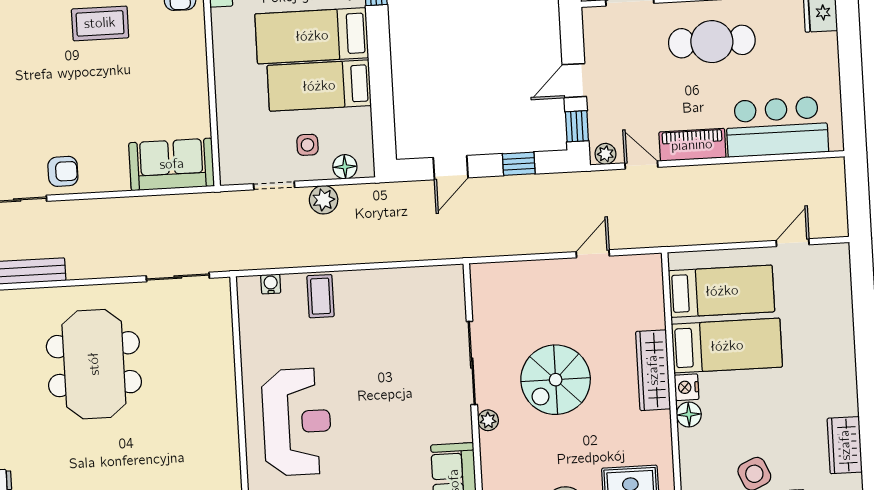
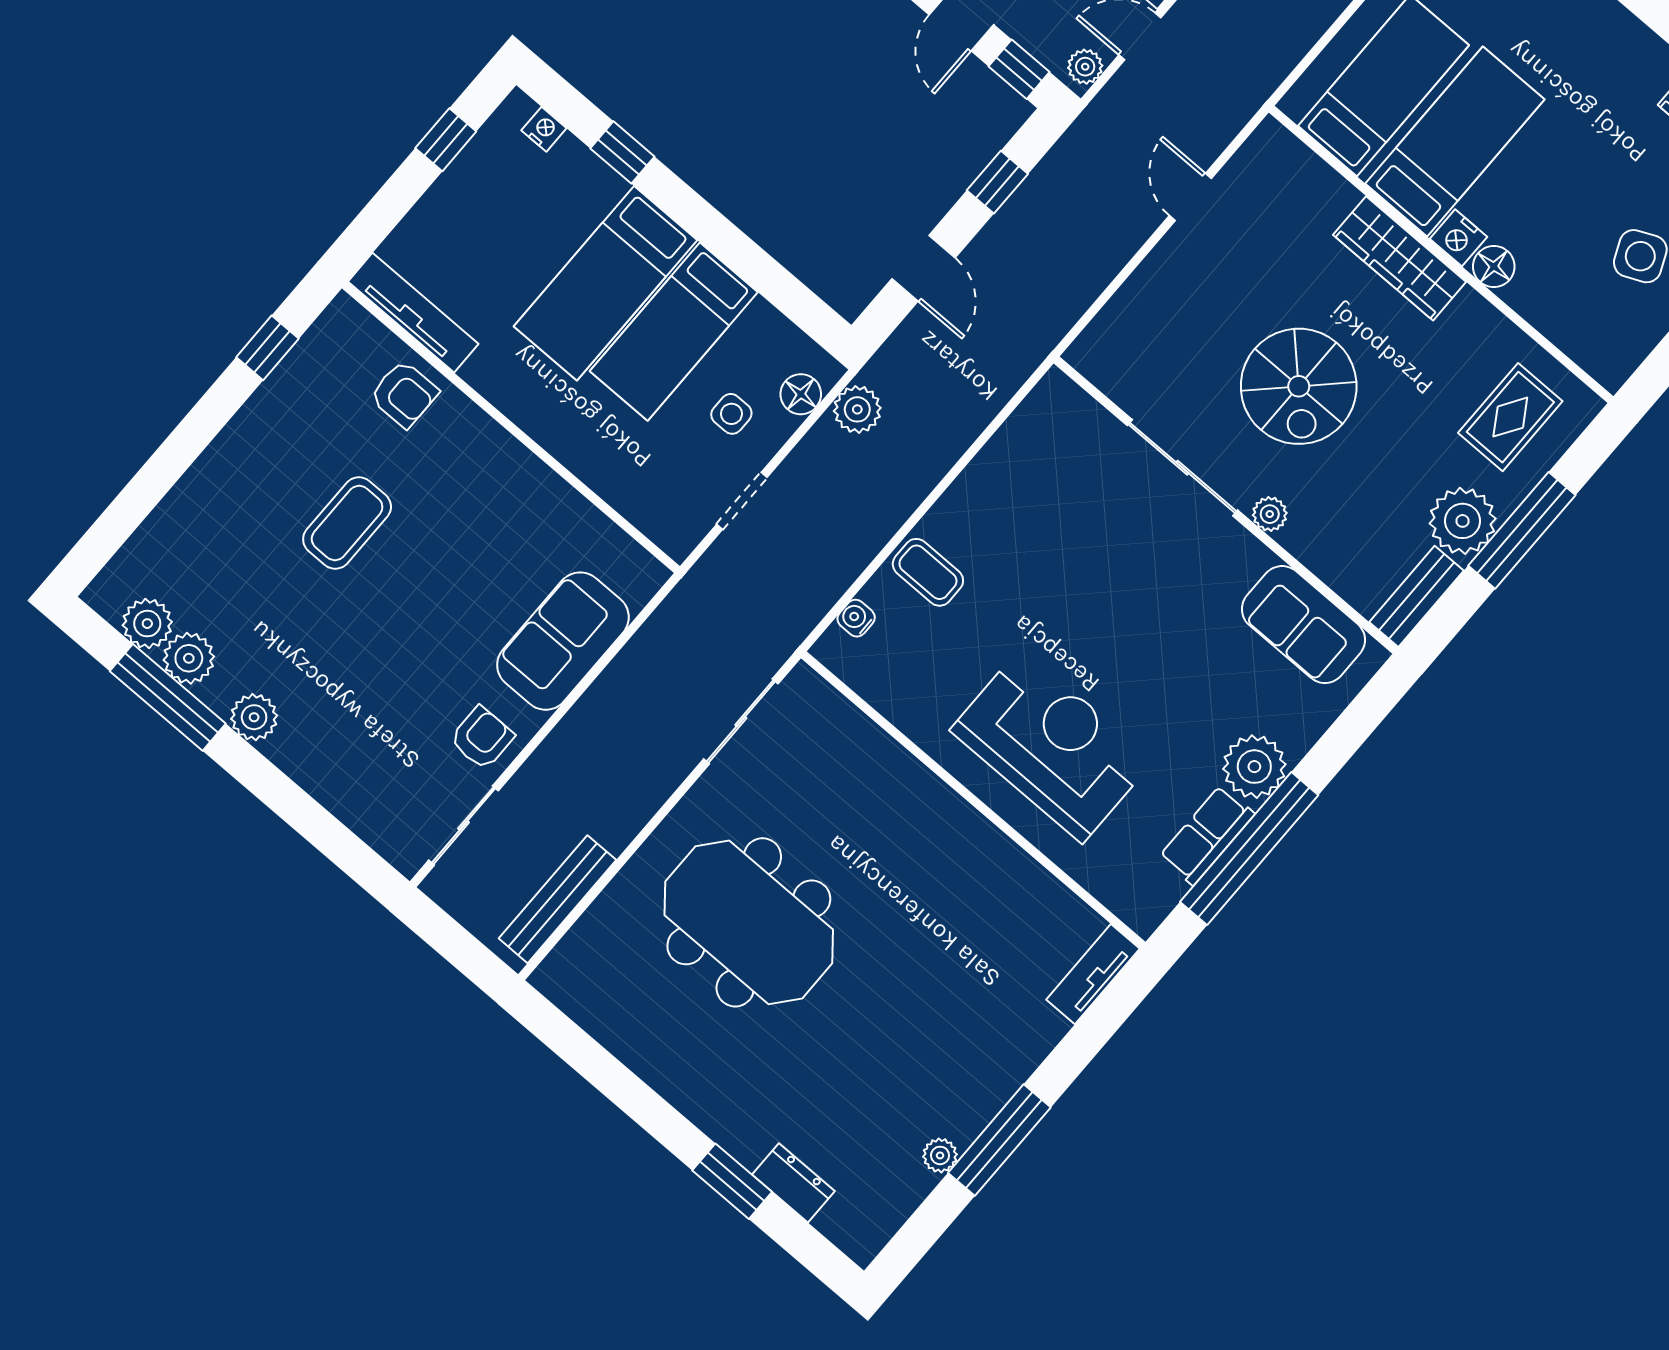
sofa: (172, 164) -> (563, 641), moved
plant: (324, 200) -> (857, 409), moved

